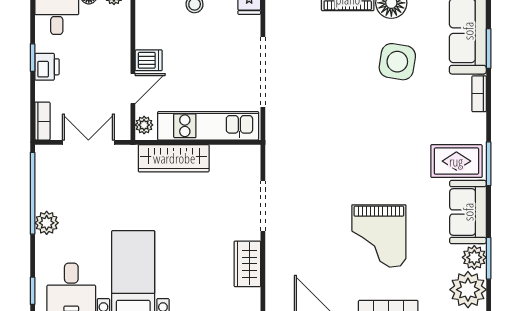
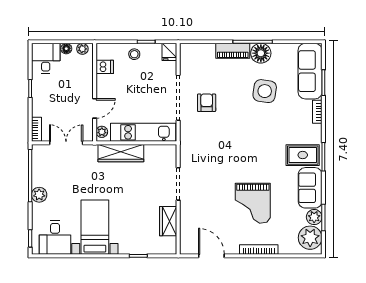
dishwasher: (149, 60) -> (105, 67), moved
printer: (47, 67) -> (39, 94), removed
armchair: (307, 80) -> (207, 103), added

